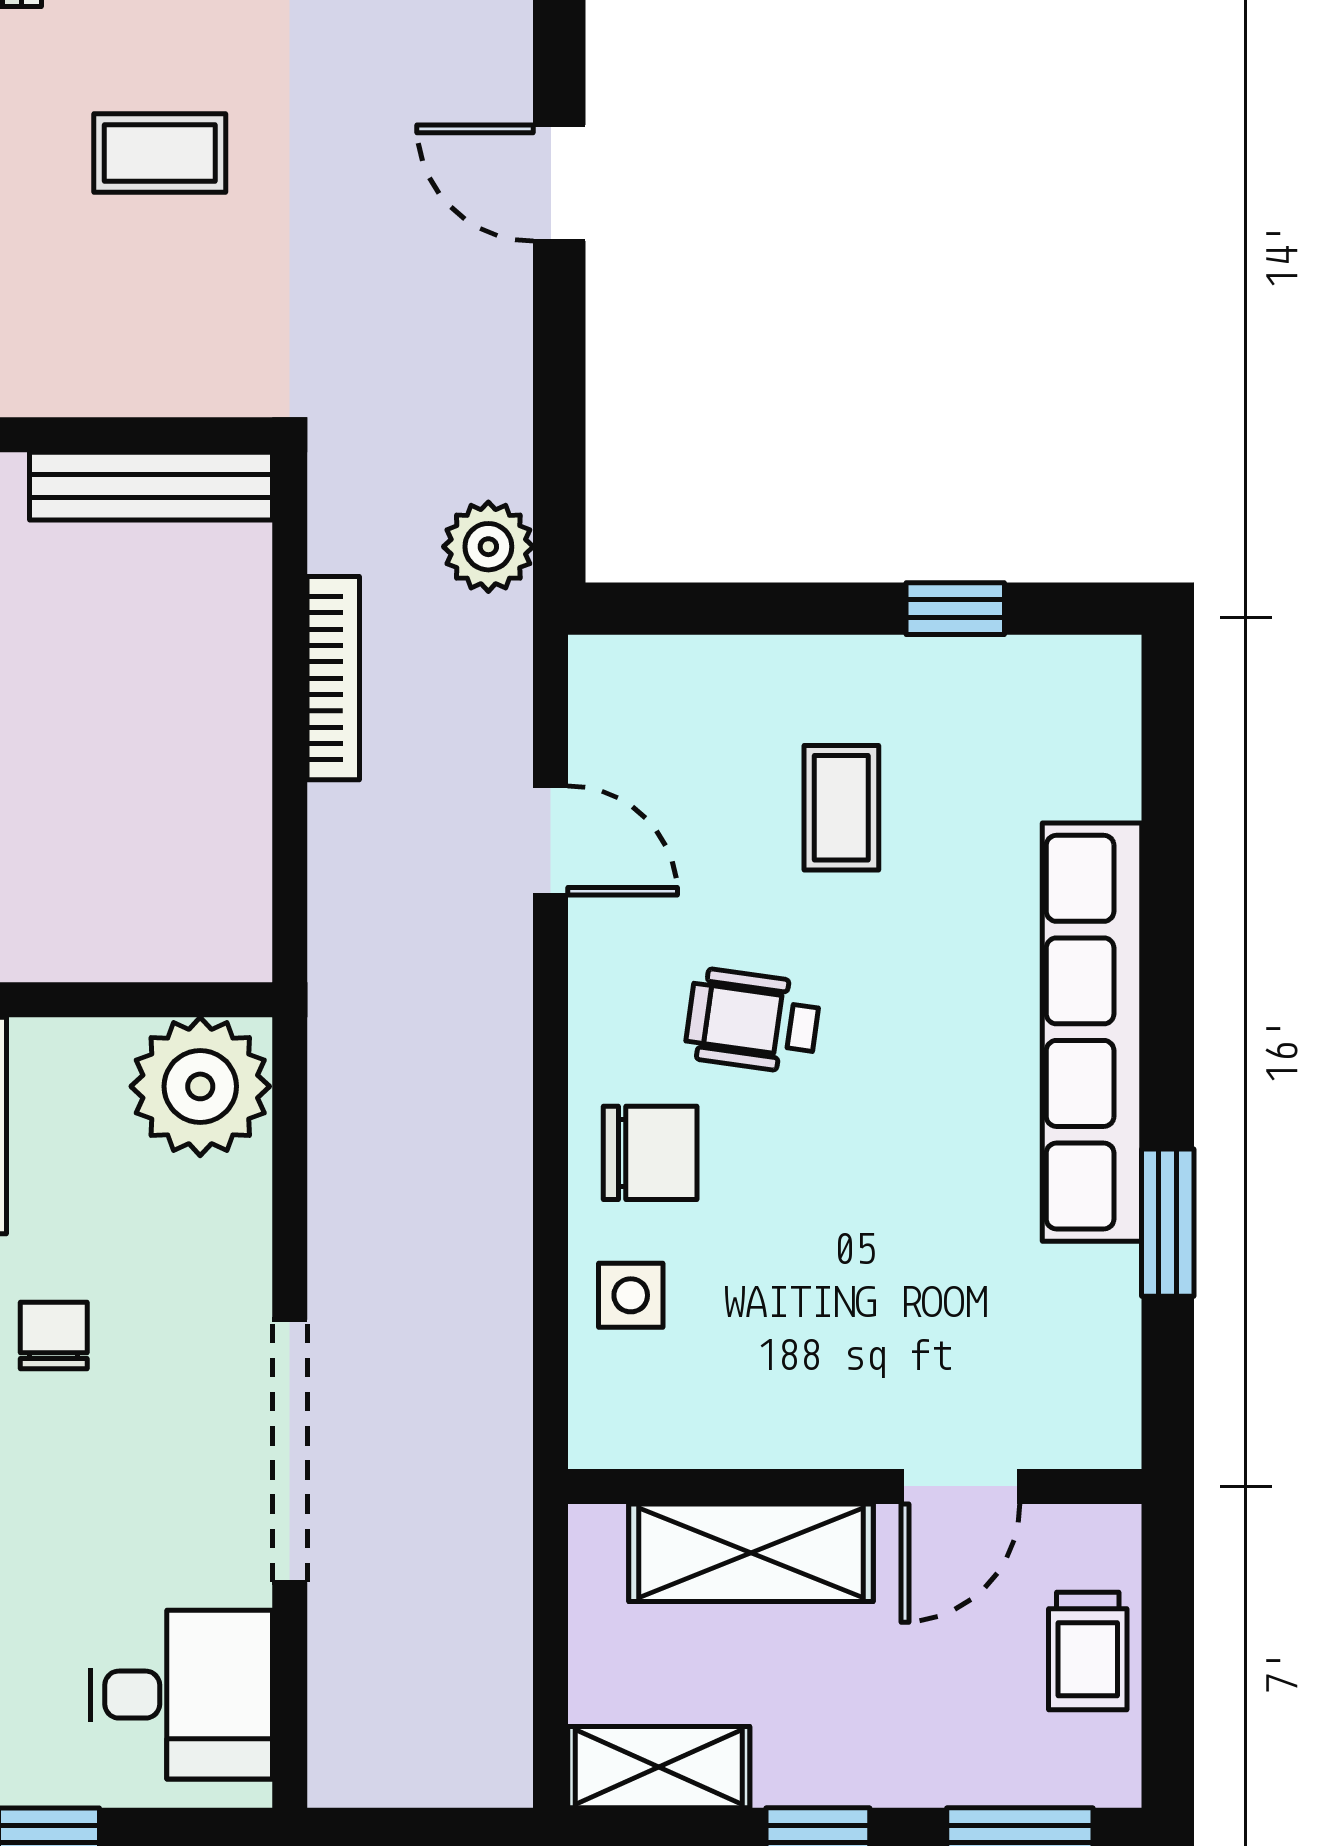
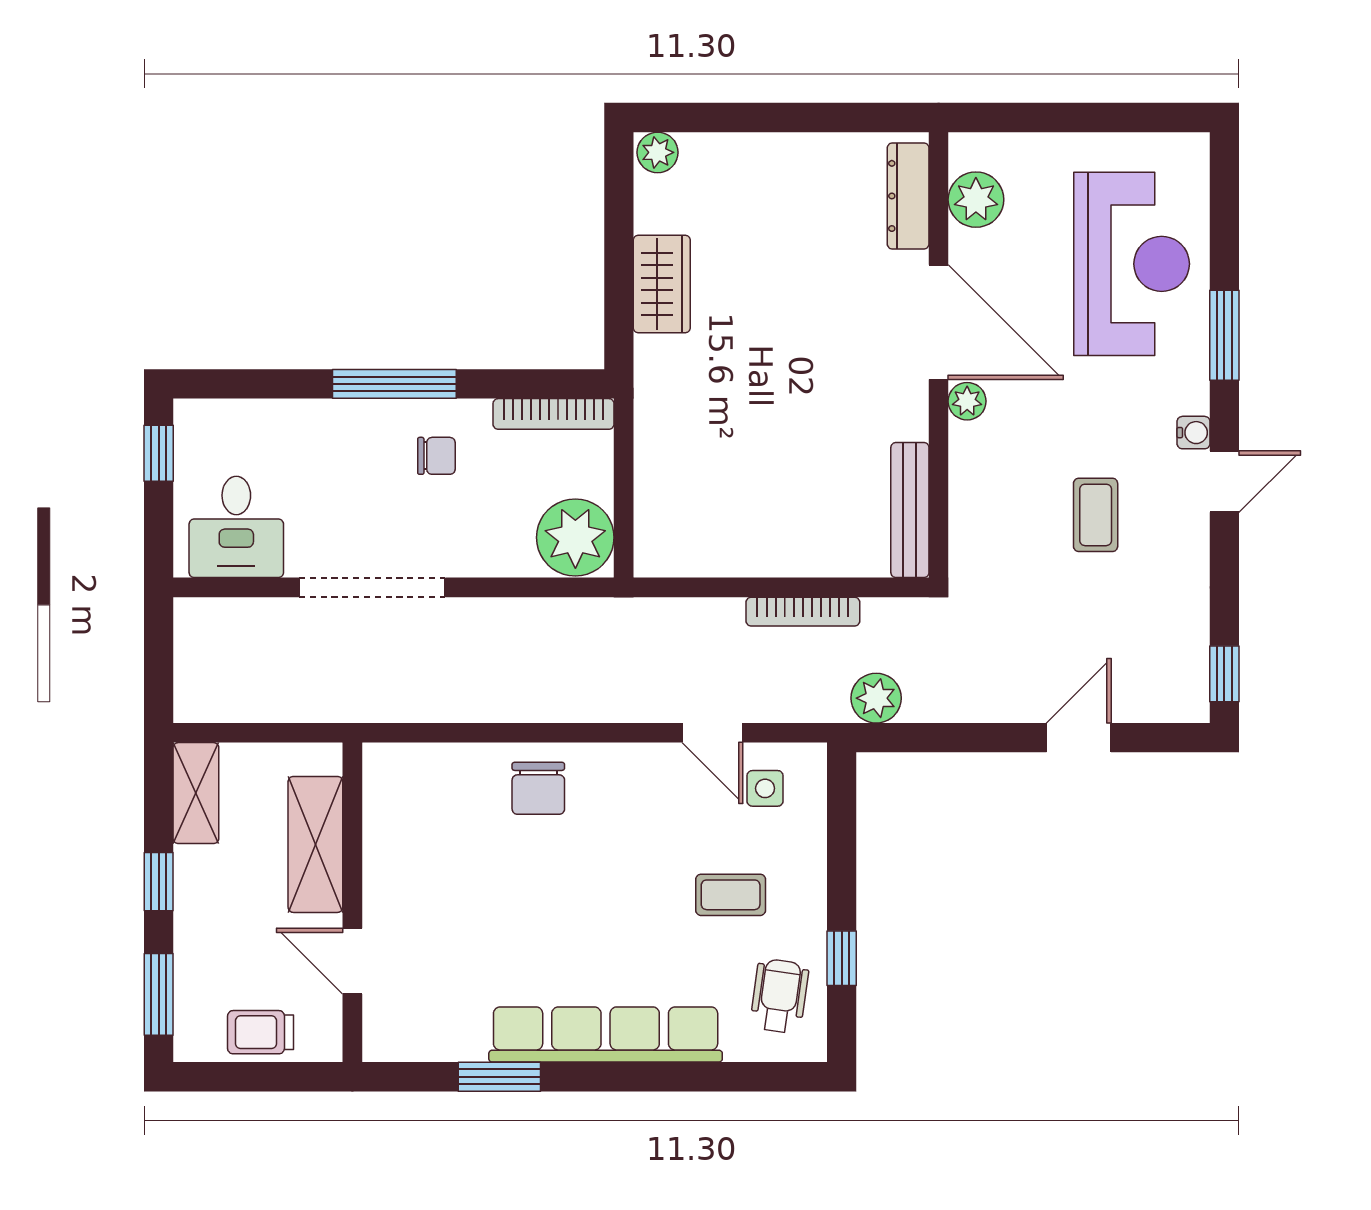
door: (551, 840) -> (712, 733), hinge flipped
wheelchair: (753, 1021) -> (779, 996), moved
side table: (631, 1295) -> (765, 788), moved

